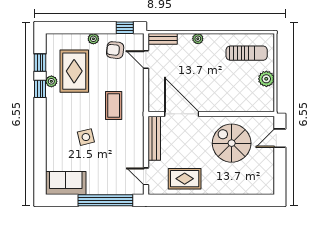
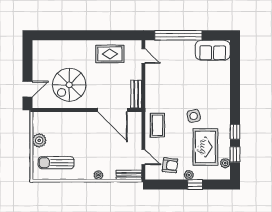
window: (125, 28) -> (195, 185), moved
plant: (51, 81) -> (225, 163), moved
coffee table: (114, 106) -> (157, 125), moved
side table: (86, 137) -> (194, 116), moved
bench: (154, 138) -> (136, 94), width x0.73
spiral stairs: (232, 143) -> (69, 85), turned 90

